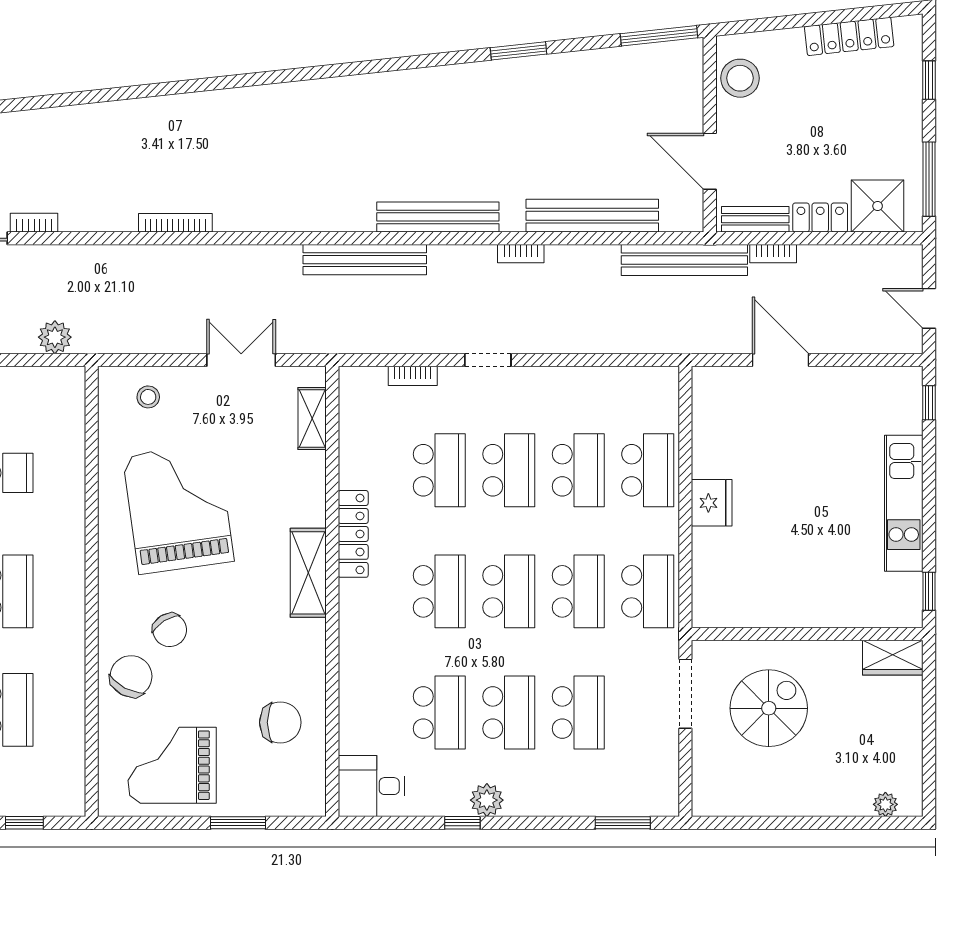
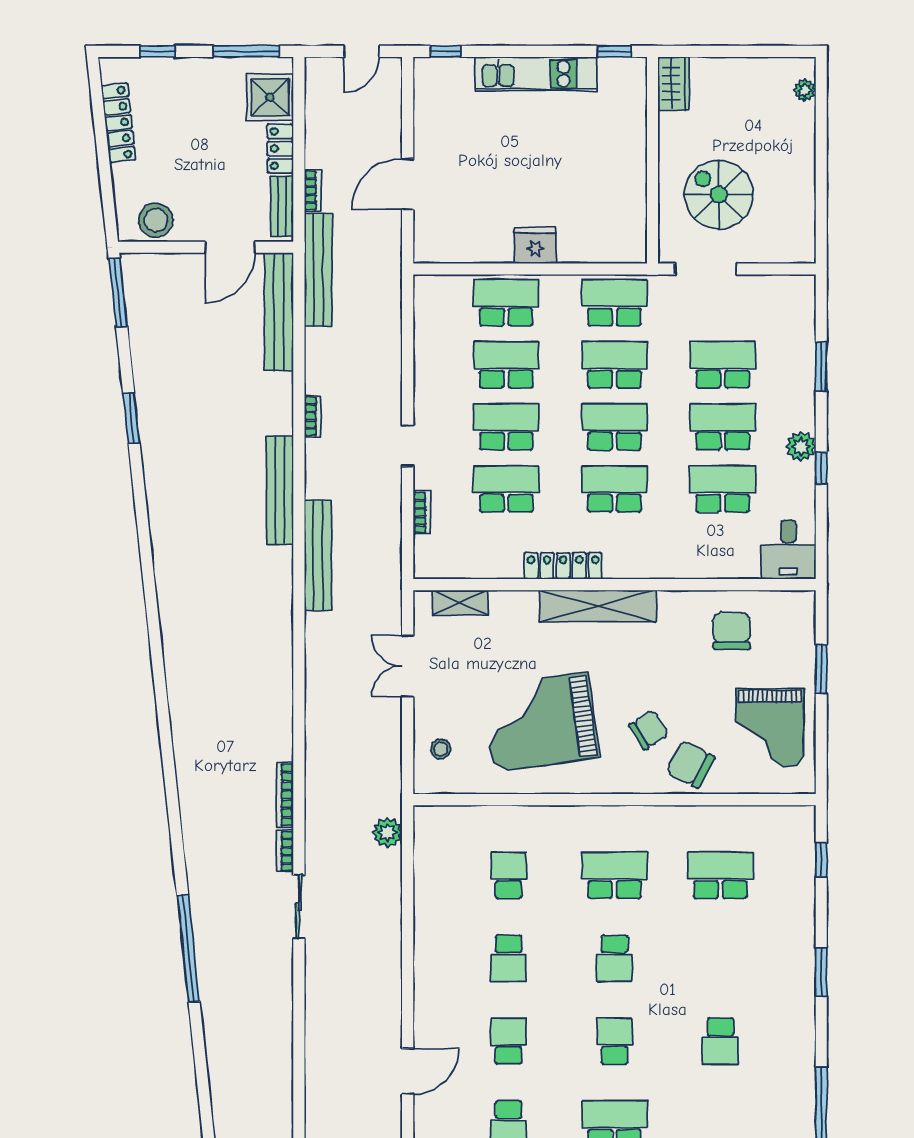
bench: (592, 216) -> (279, 312), moved
bookcase: (175, 223) -> (285, 795), moved
shelving: (308, 573) -> (598, 606), width x1.47
window: (623, 823) -> (821, 366), moved

